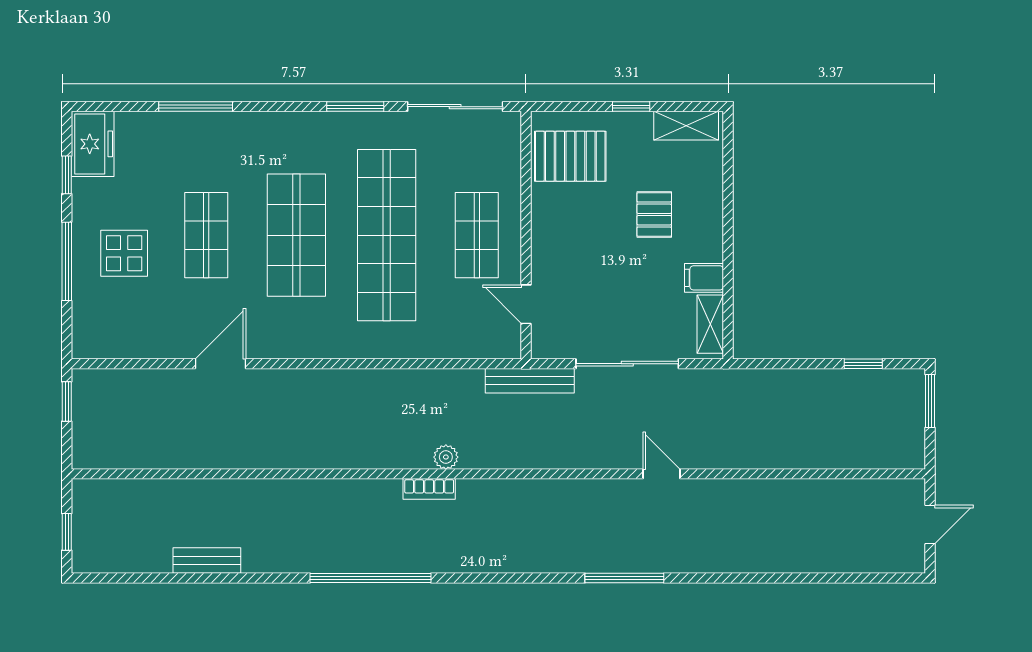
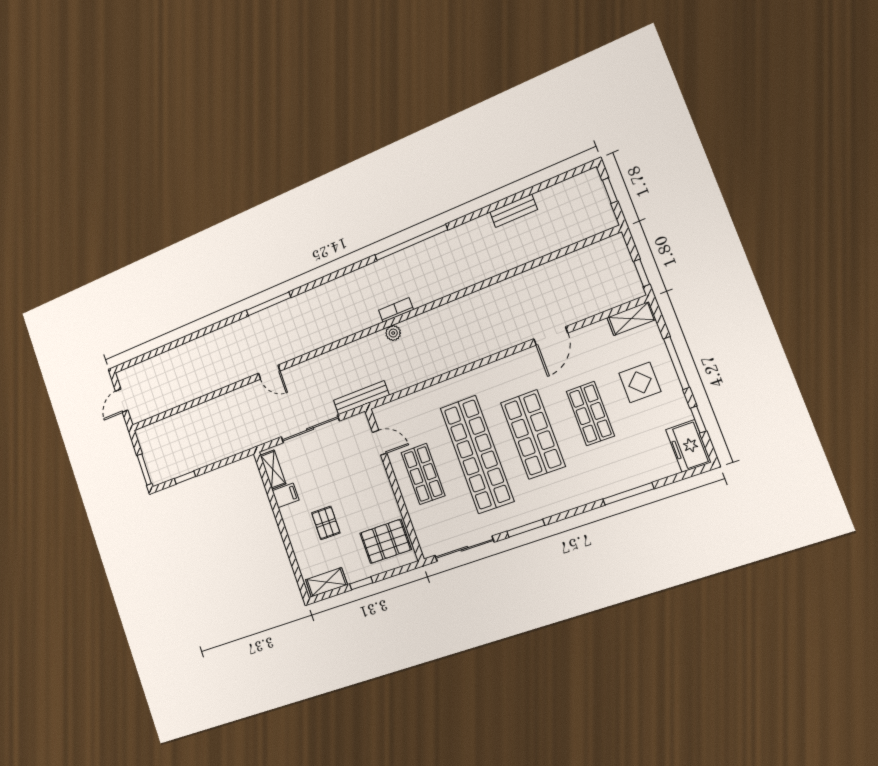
shelving: (103, 345) -> (631, 319), added

